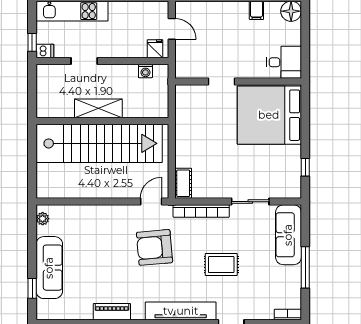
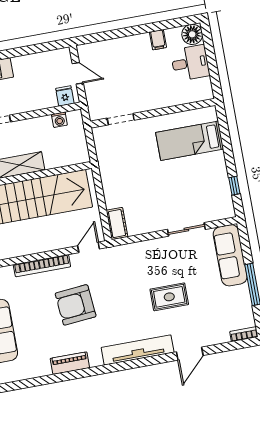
desk: (284, 62) -> (190, 63), moved
doorway: (221, 82) -> (121, 119), moved
bed: (269, 115) -> (190, 141), width x0.49
bookcase: (201, 211) -> (42, 266), moved
armchair: (155, 247) -> (76, 305), moved

